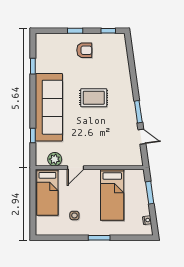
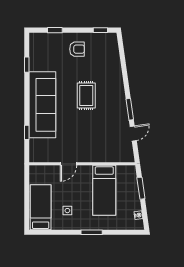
window: (75, 31) -> (55, 30), moved
rug: (94, 98) -> (86, 96), turned 90
door: (142, 137) -> (133, 134), hinge flipped
plant: (55, 159) -> (48, 156), removed
bed: (47, 192) -> (41, 207), moved, turned 180

